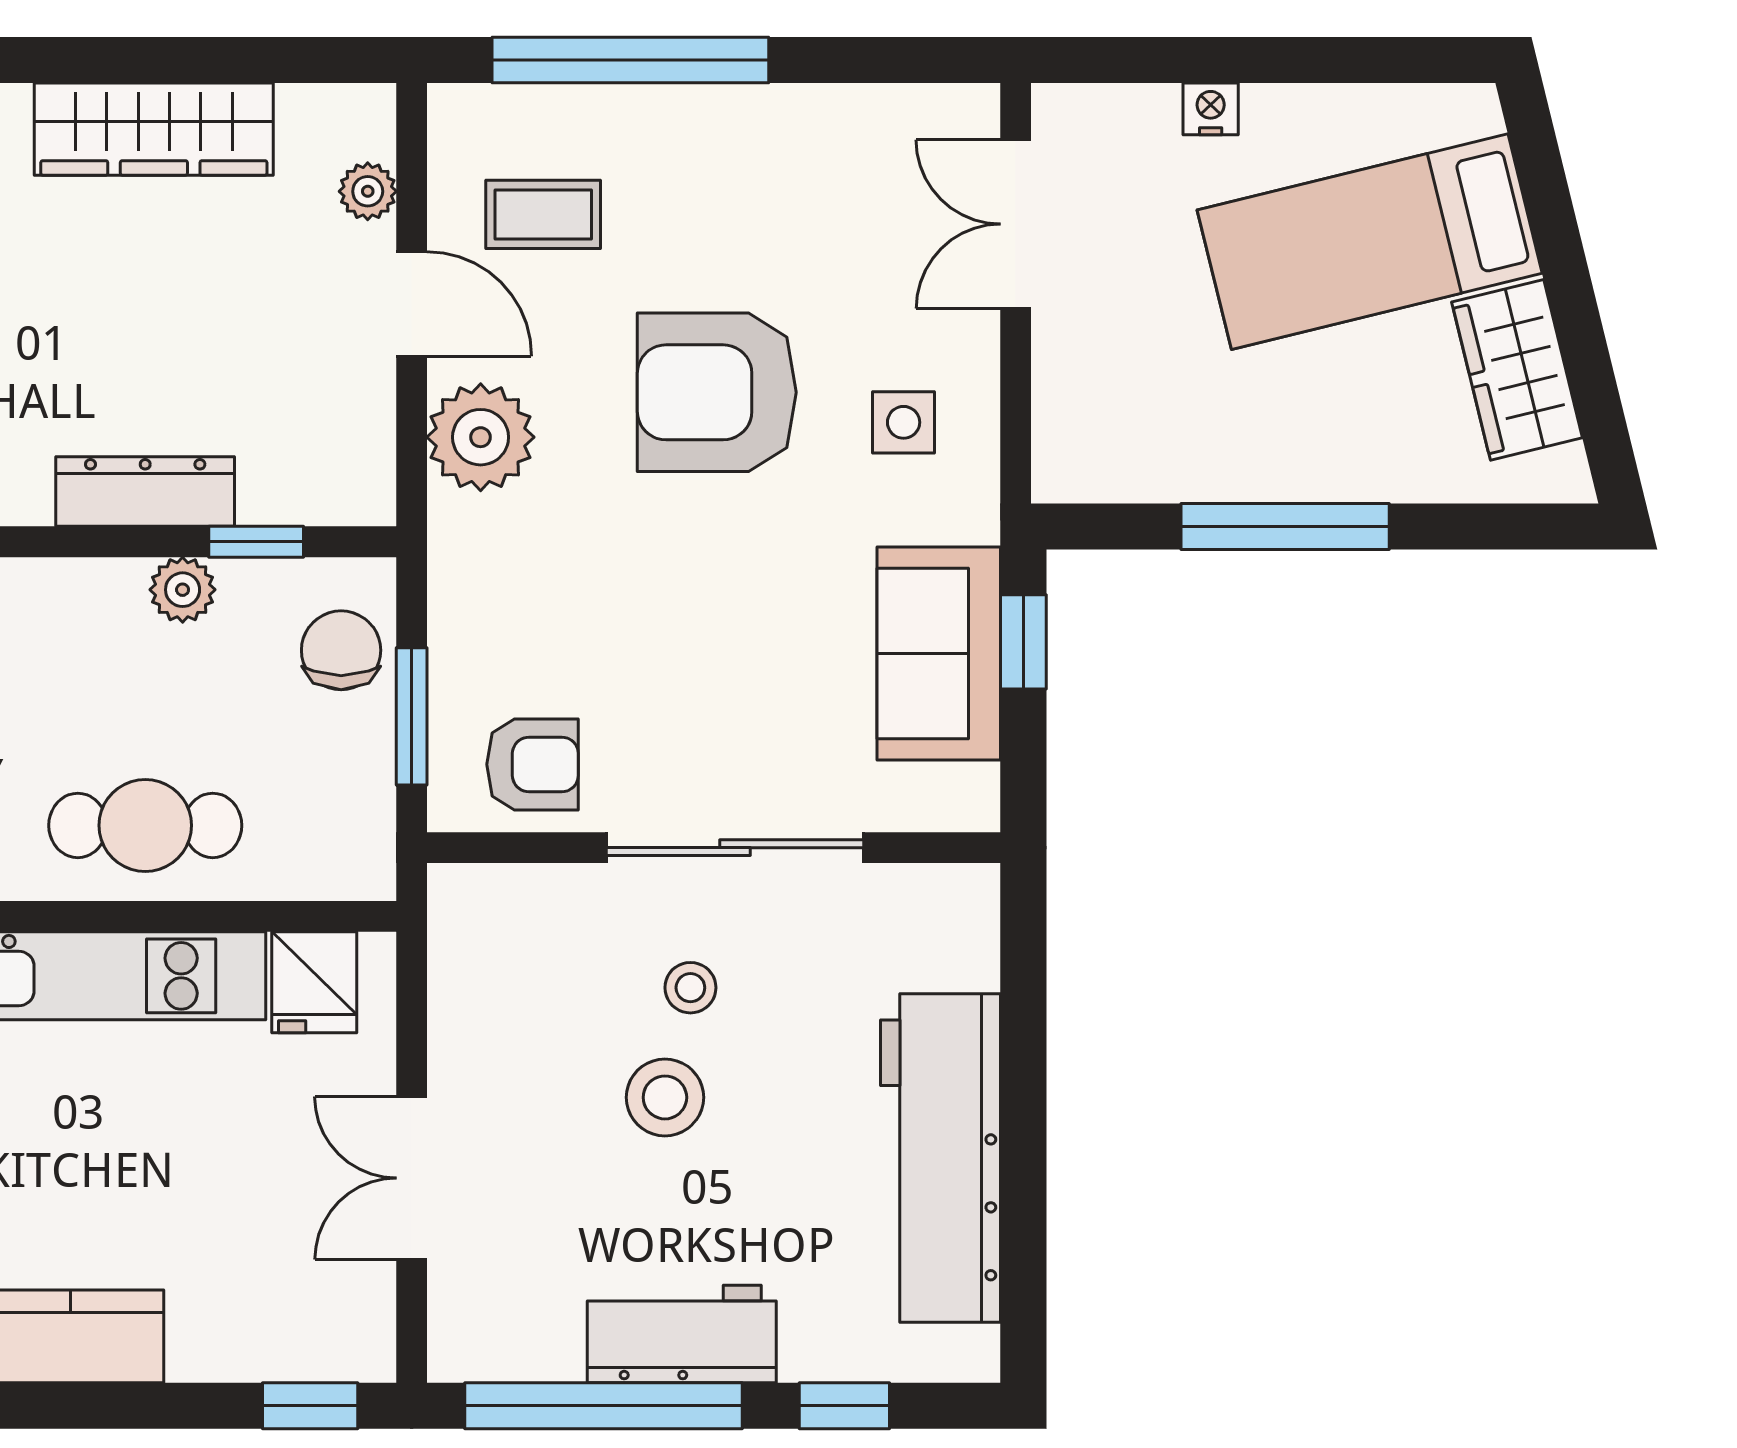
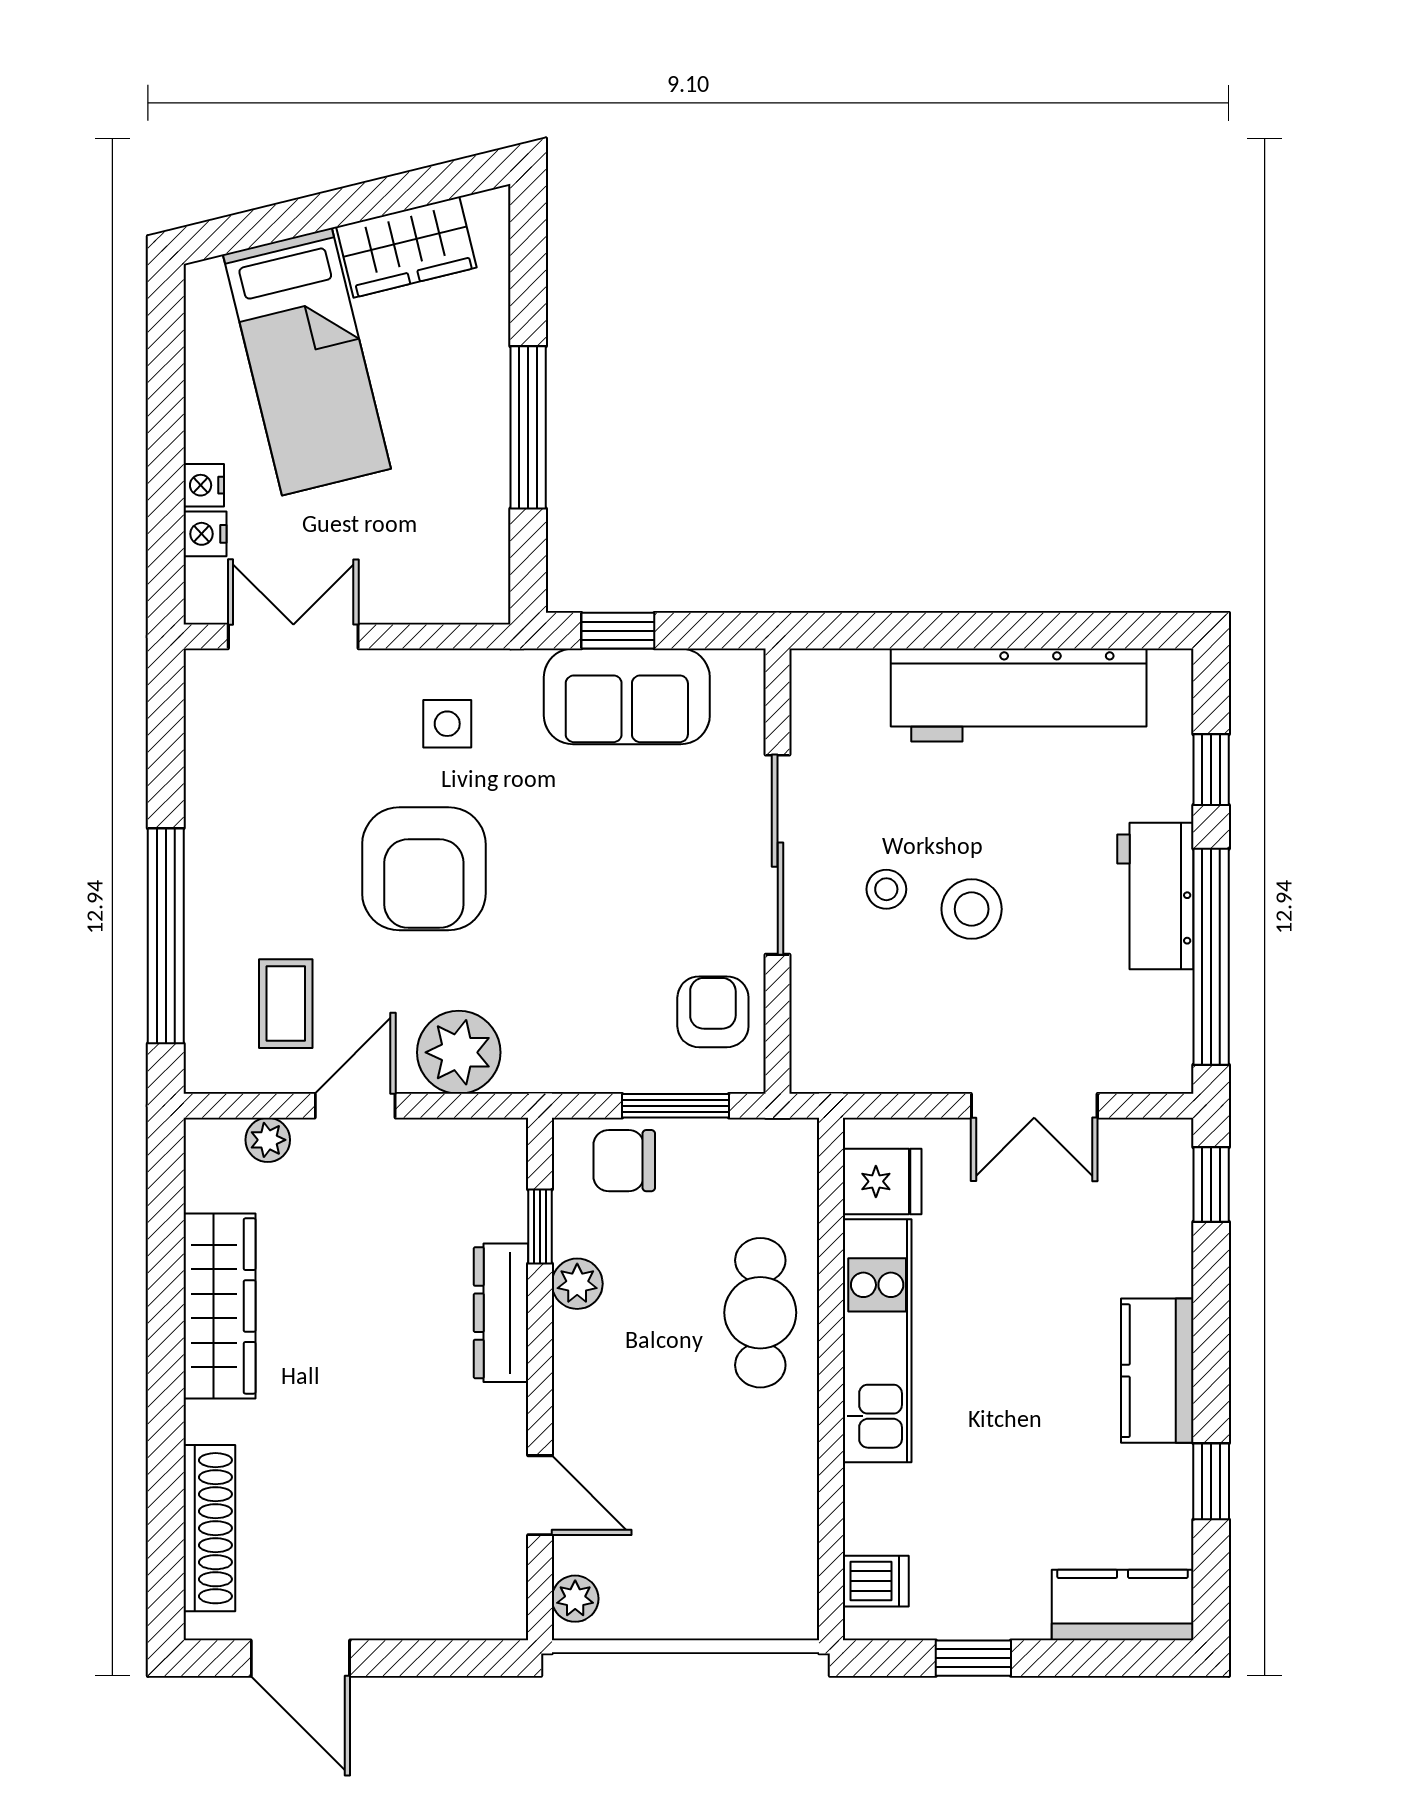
nightstand: (1148, 110) -> (205, 534), added
double door: (1016, 224) -> (293, 637), swing flipped

